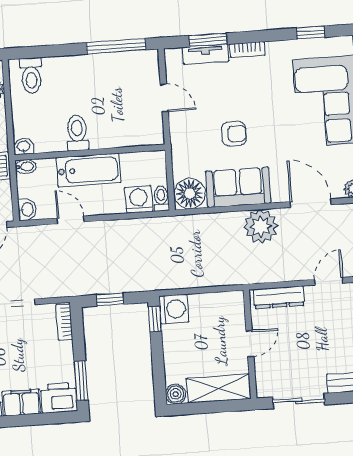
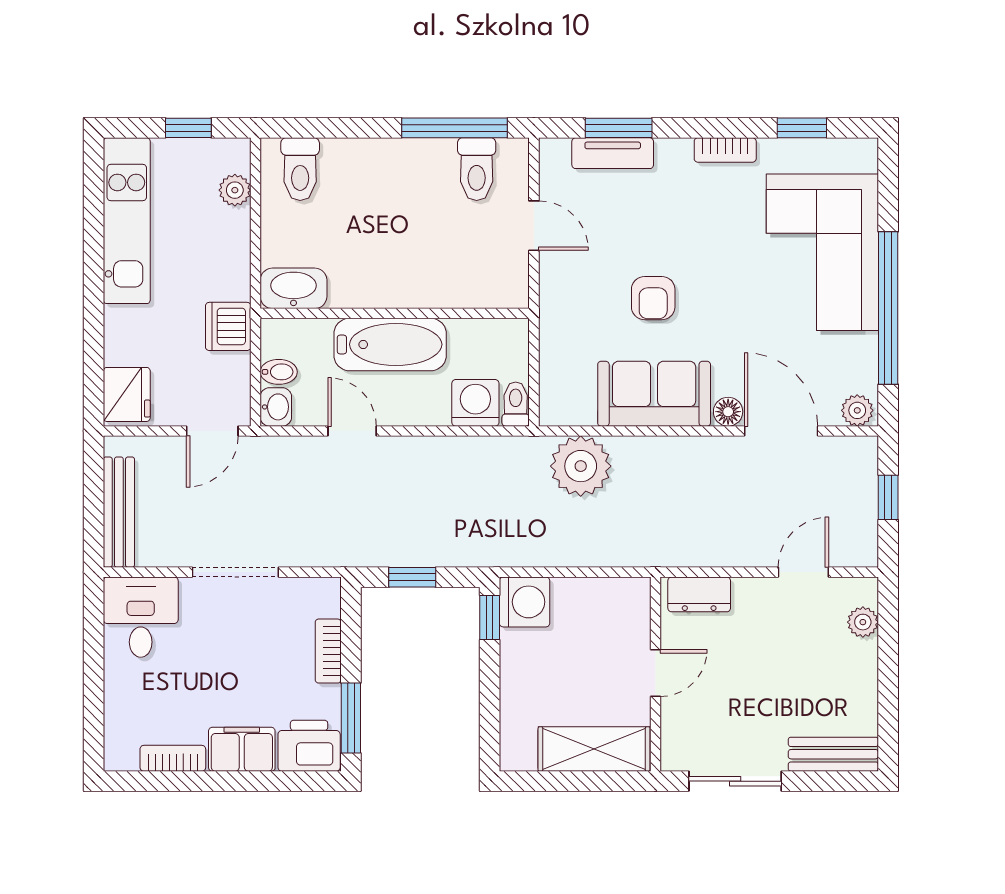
bookcase: (247, 50) -> (725, 150), moved
toilet: (77, 133) -> (477, 169), moved, turned 180
armchair: (234, 134) -> (653, 298), turned 90
washbasin: (24, 147) -> (294, 288), width x1.91, depth x1.45
bidet: (26, 167) -> (279, 372), moved
floor lamp: (190, 194) -> (728, 412), moved, width x0.53, depth x0.53
plant: (261, 226) -> (581, 466), moved
dresser: (279, 297) -> (699, 594), width x0.70
bookcase: (64, 322) -> (328, 651), moved
boiler: (176, 394) -> (517, 754), removed

